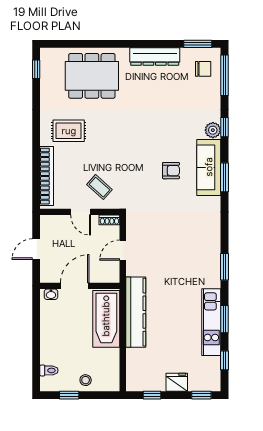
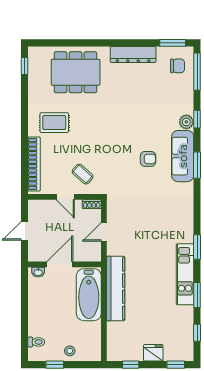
kitchen unit: (211, 322) -> (185, 274), moved

